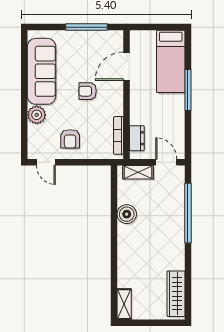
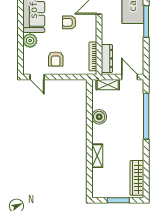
dresser: (137, 138) -> (107, 58), width x1.44
shelving: (124, 304) -> (97, 156), moved
window: (152, 323) -> (118, 200), added

